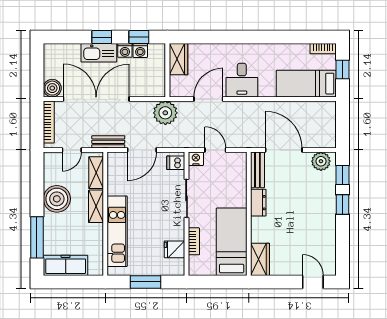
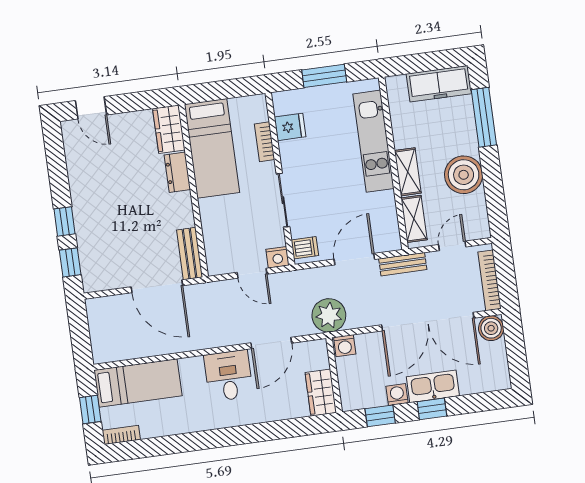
washing machine: (140, 50) -> (345, 346), moved, turned 180
plant: (321, 161) -> (103, 278), removed
dresser: (258, 203) -> (177, 172), moved

